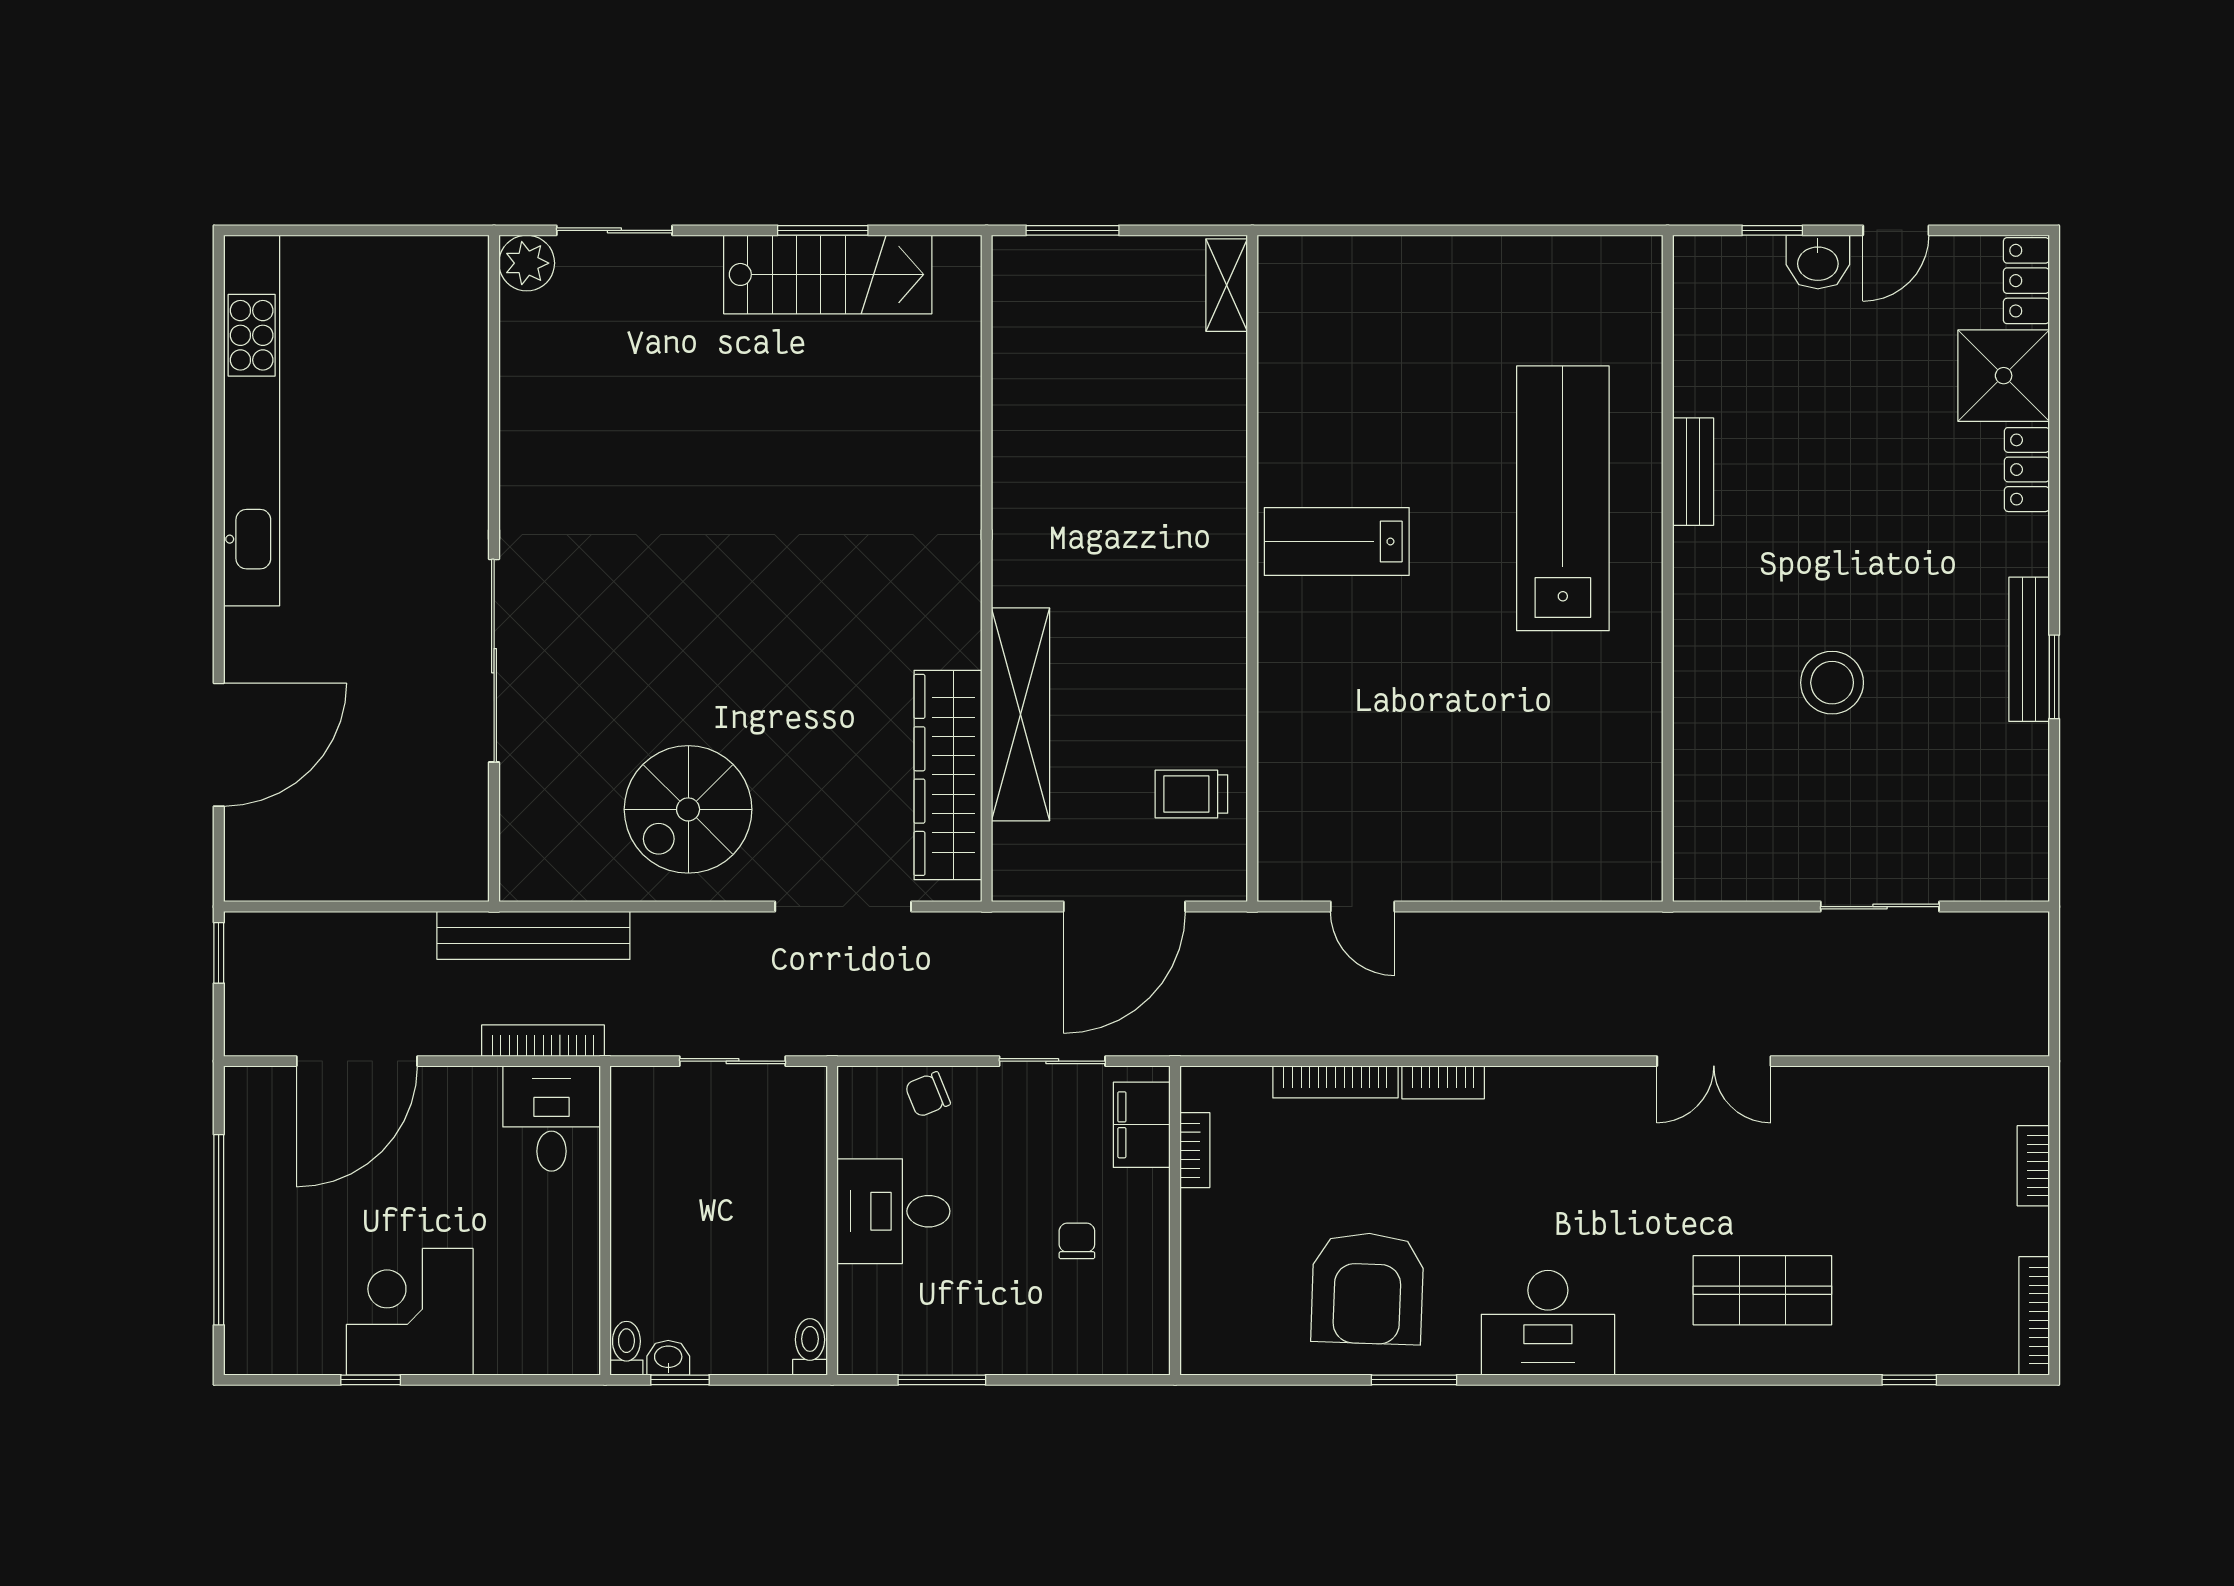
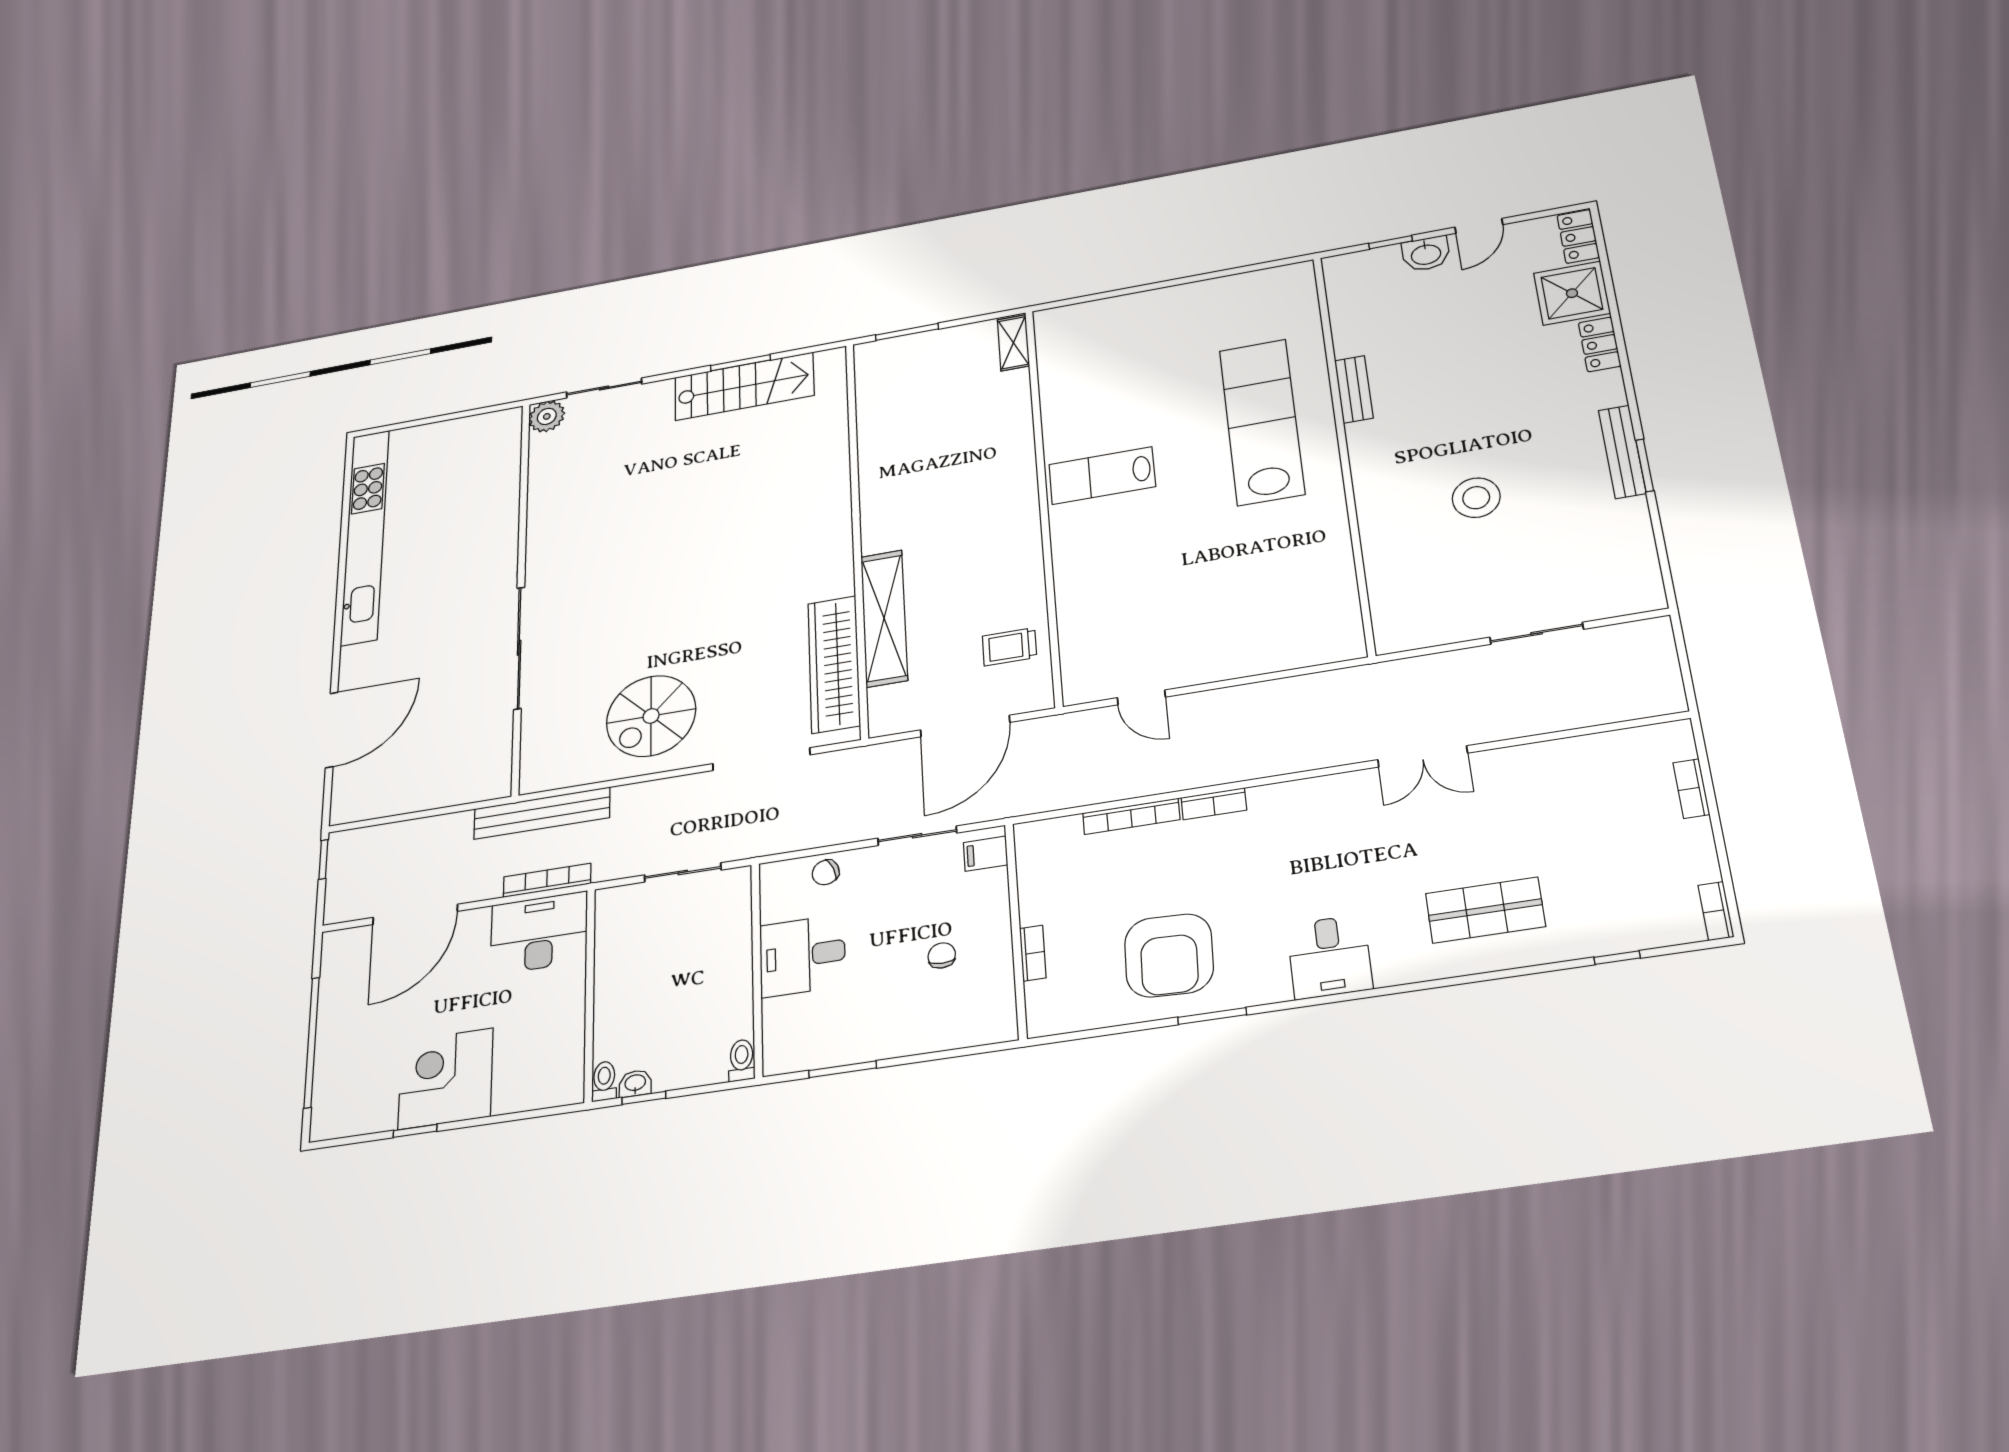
desk: (552, 1119) -> (539, 933), width x1.37
filing cabinet: (1142, 1125) -> (986, 854), width x0.50
bookcase: (1195, 1150) -> (1033, 953), moved
bookcase: (2034, 1316) -> (1716, 911), width x0.64
desk: (1548, 1323) -> (1330, 957), width x0.73

